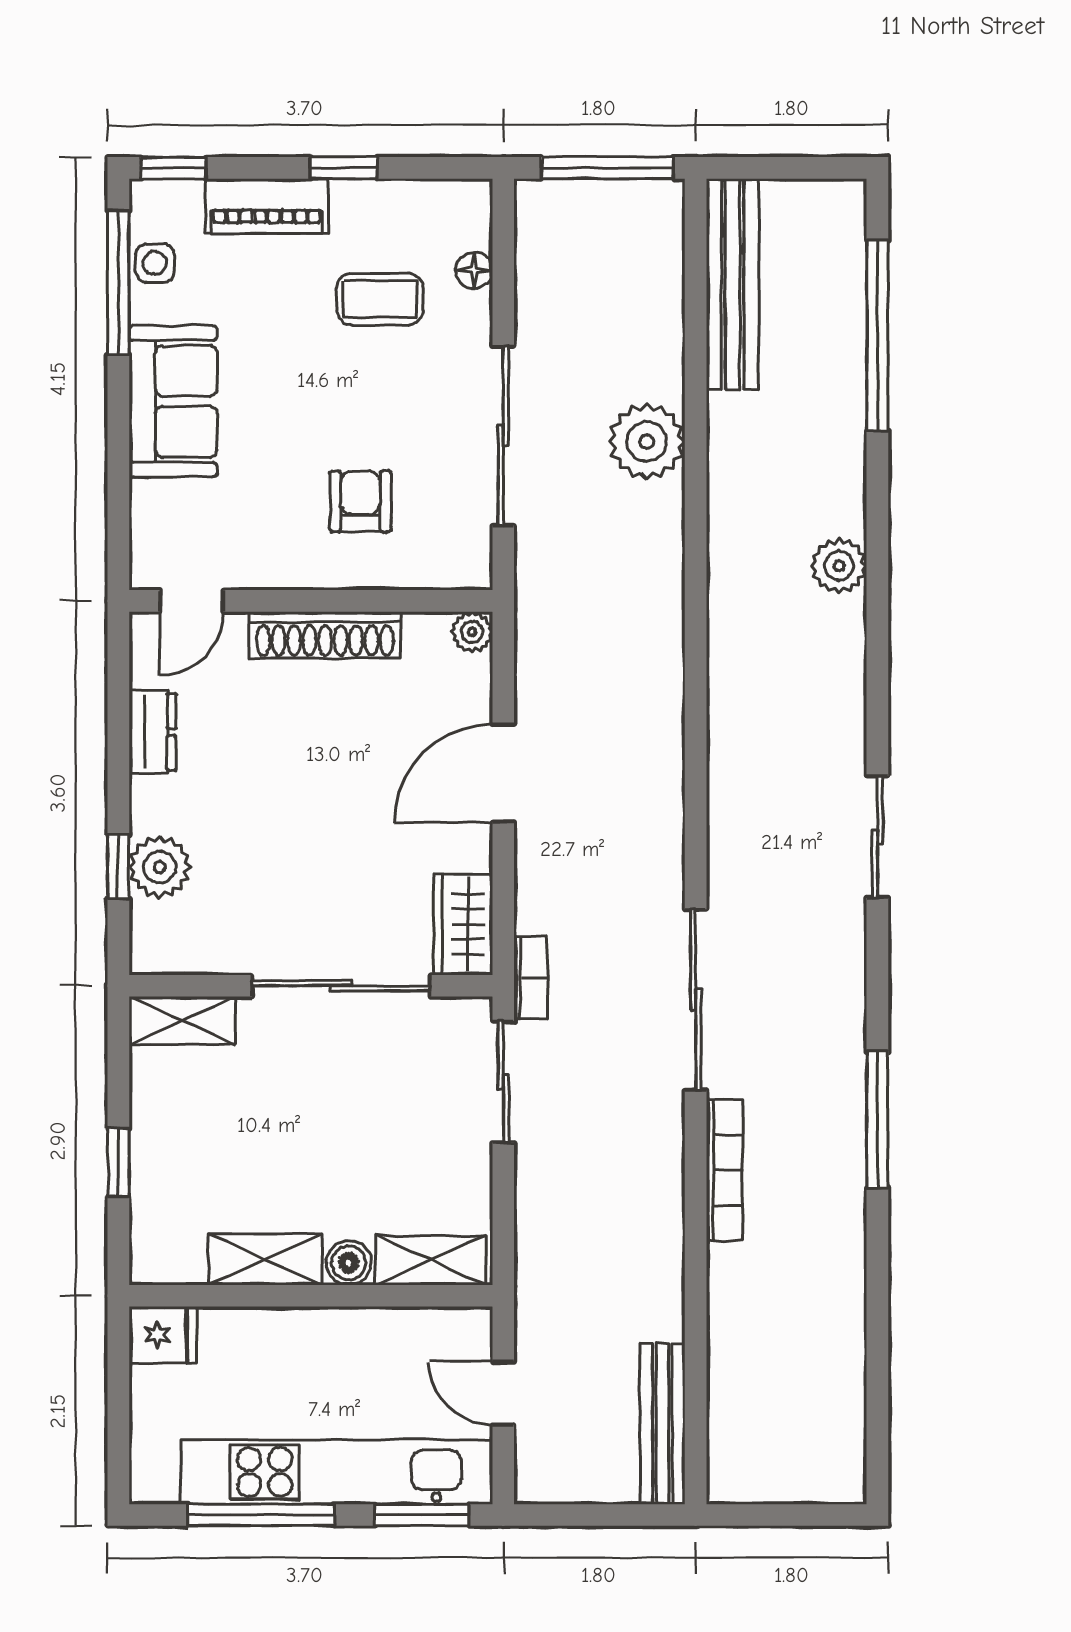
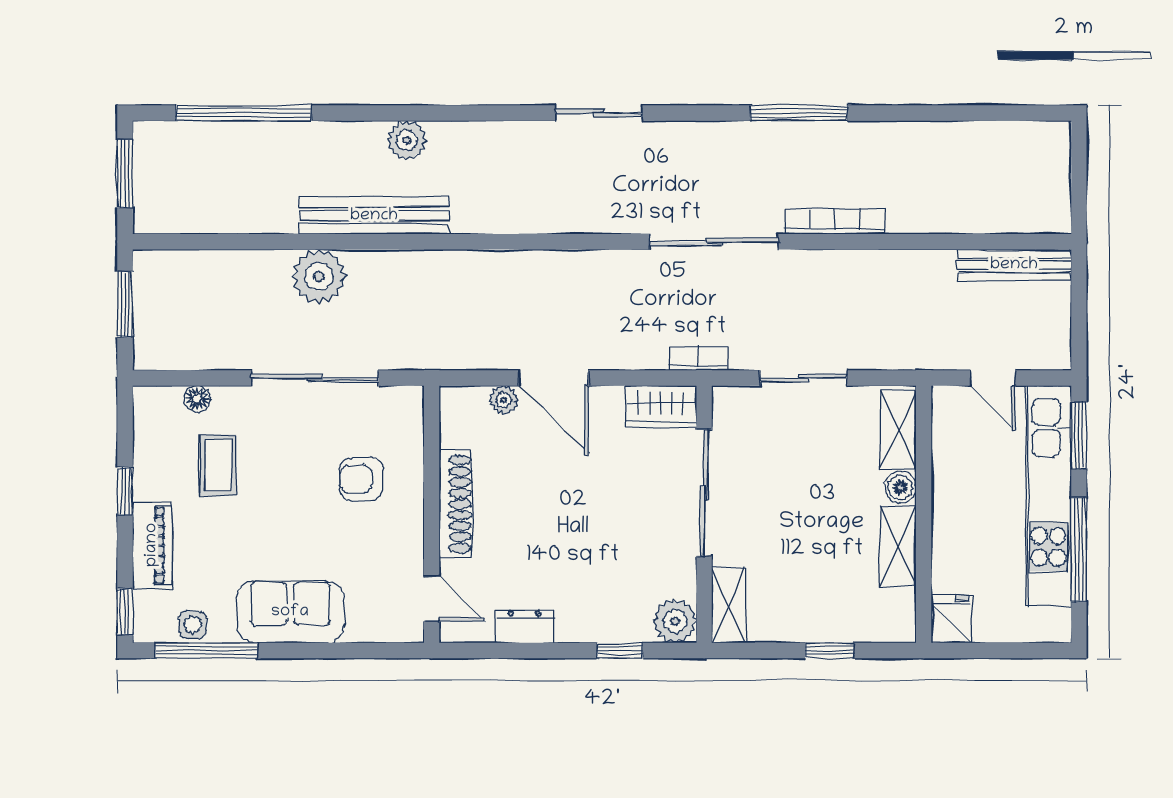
window: (607, 168) -> (125, 304), width x0.69
window: (792, 168) -> (125, 174), added
bench: (733, 284) -> (374, 216), moved
plant: (472, 632) -> (504, 400), moved
plant: (160, 867) -> (675, 621), moved
sliding door: (503, 1082) -> (804, 378), moved
door: (503, 1393) -> (993, 378), hinge flipped

